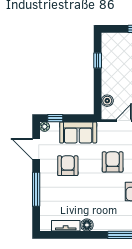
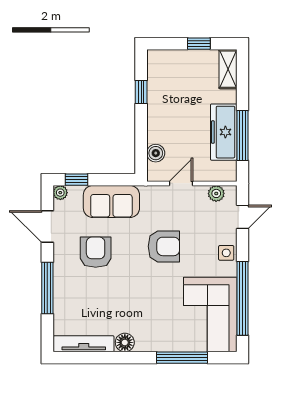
armchair: (113, 162) -> (164, 246), turned 90
tv unit: (66, 226) -> (84, 344), width x1.41

